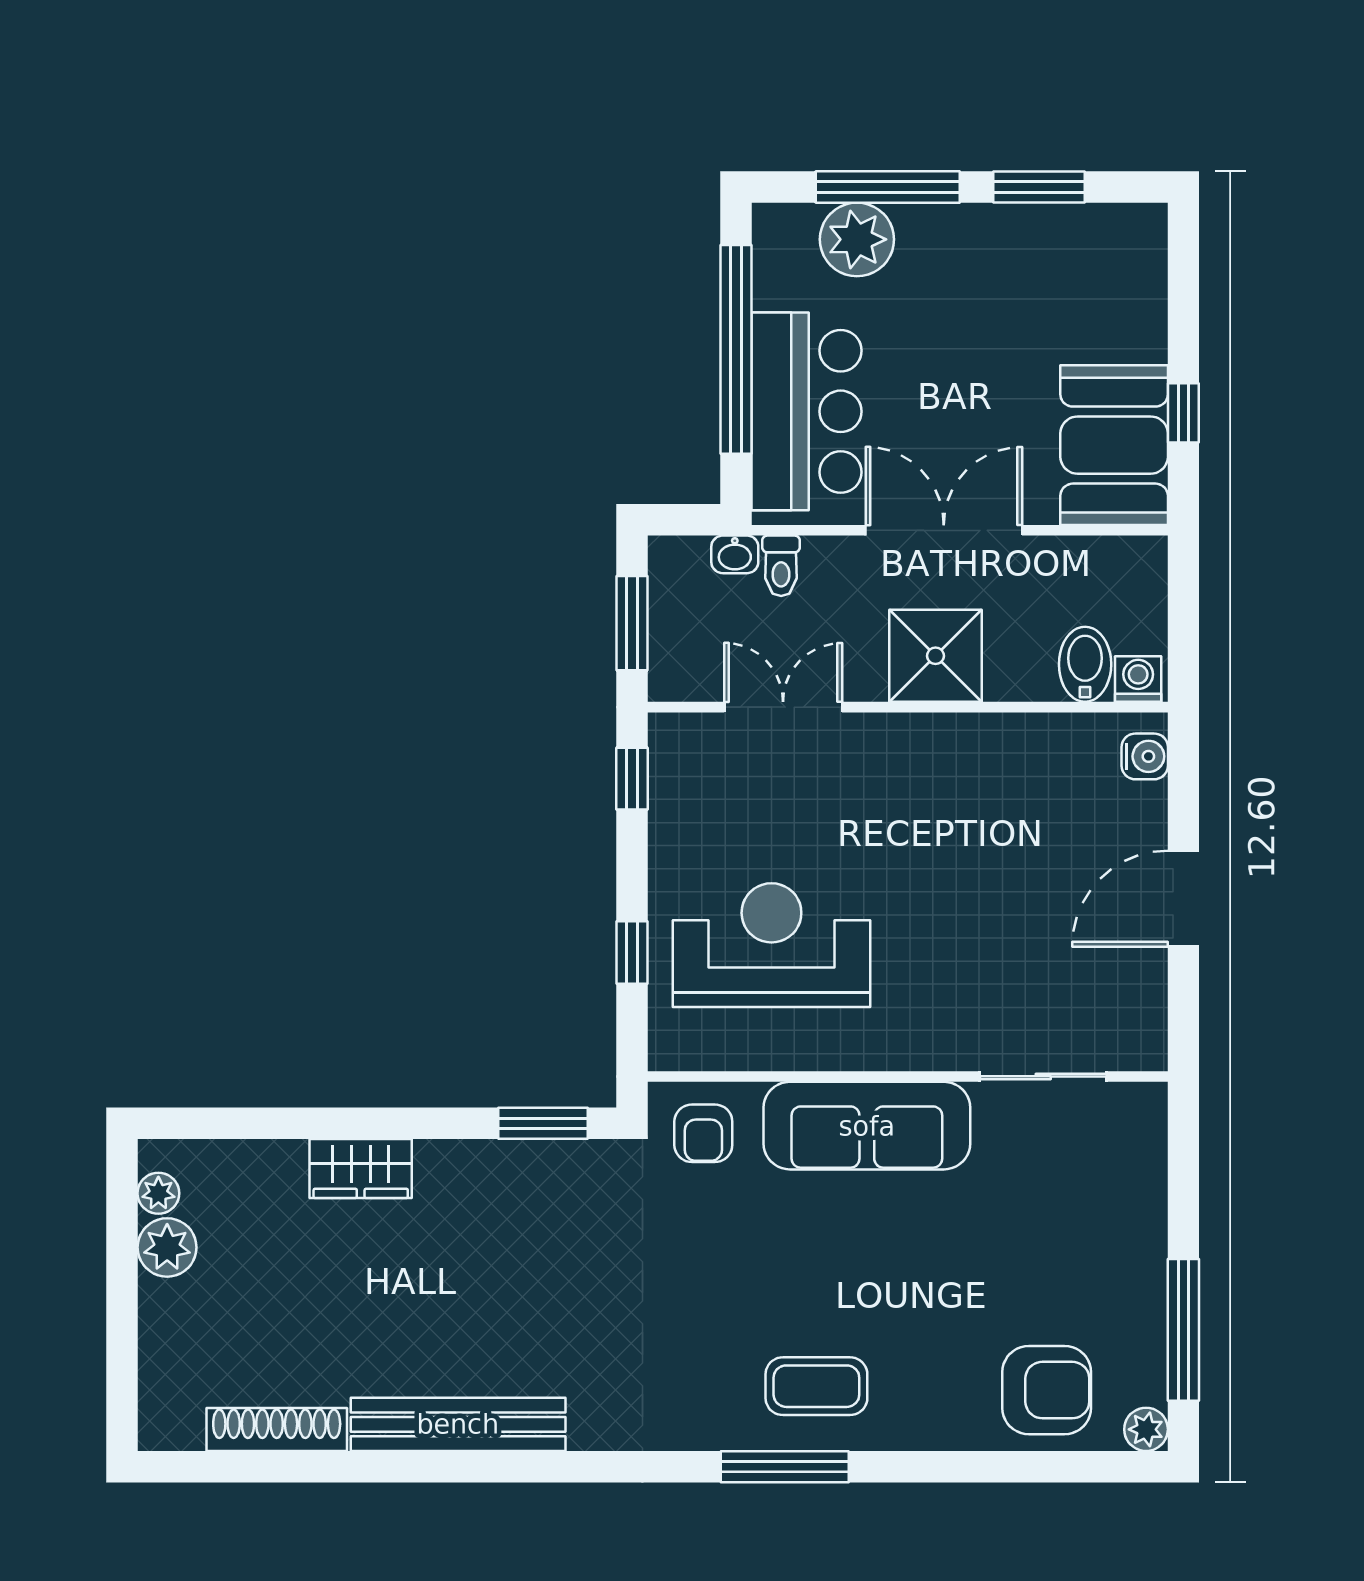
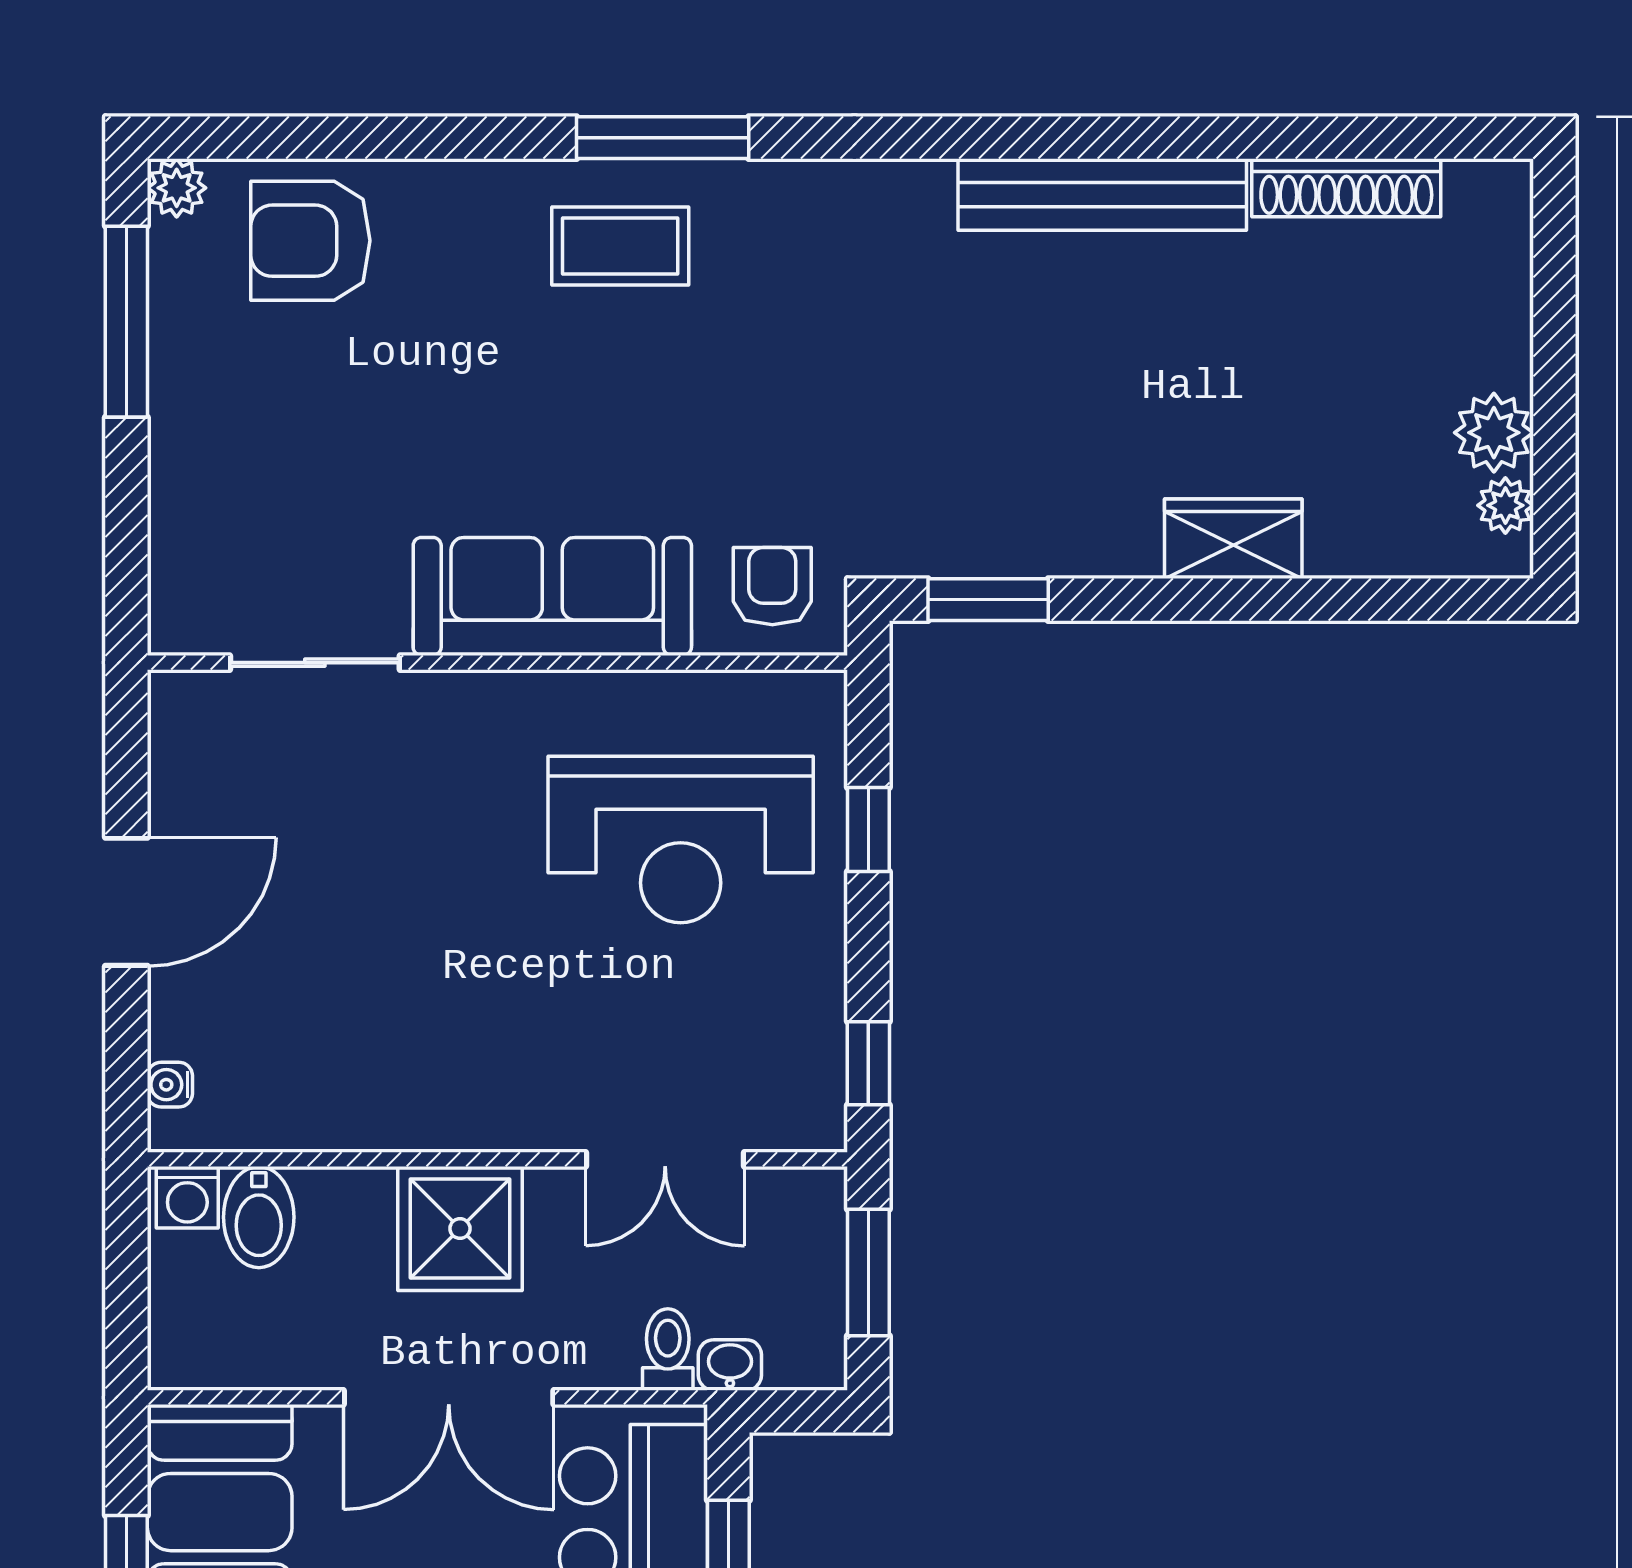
water cooler: (1145, 756) -> (170, 1085), width x0.72, depth x0.72

